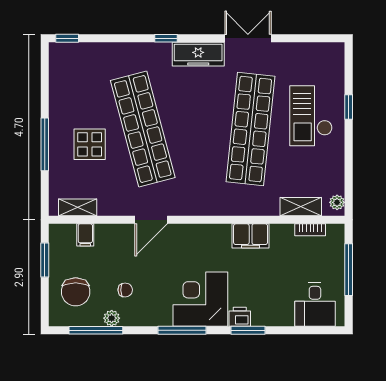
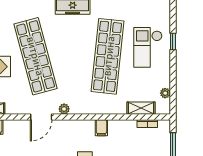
plant: (337, 202) -> (165, 93), moved
plant: (186, 208) -> (64, 109), added
filing cabinet: (251, 236) -> (101, 128), width x0.50

